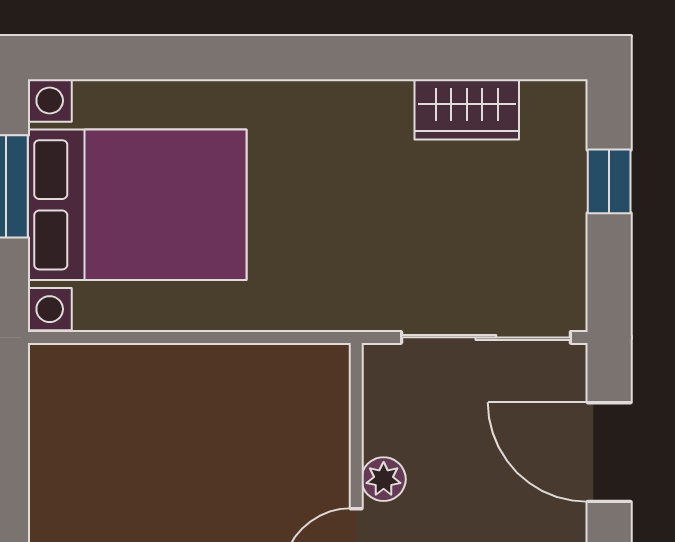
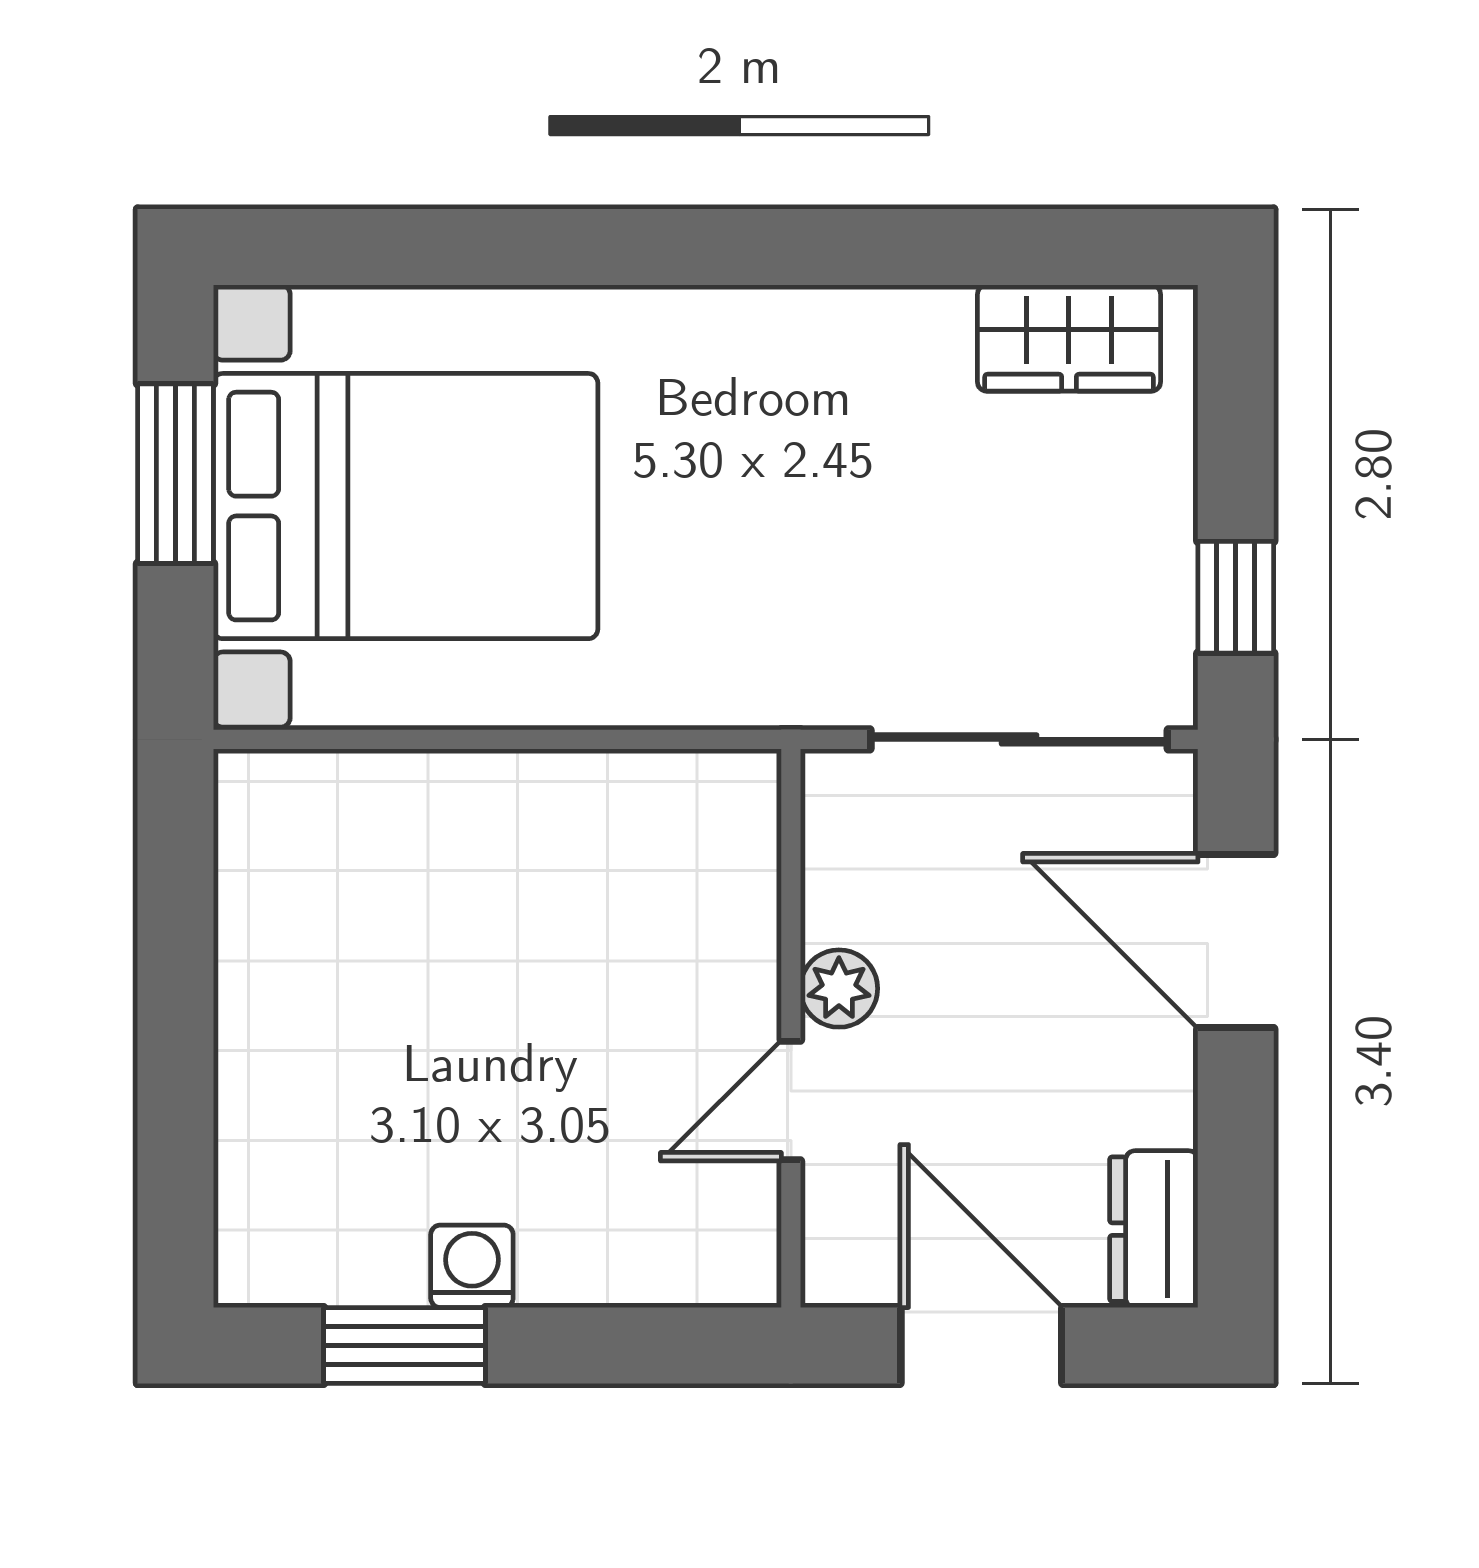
wardrobe: (467, 109) -> (1069, 338), moved
window: (609, 181) -> (1236, 597), moved

